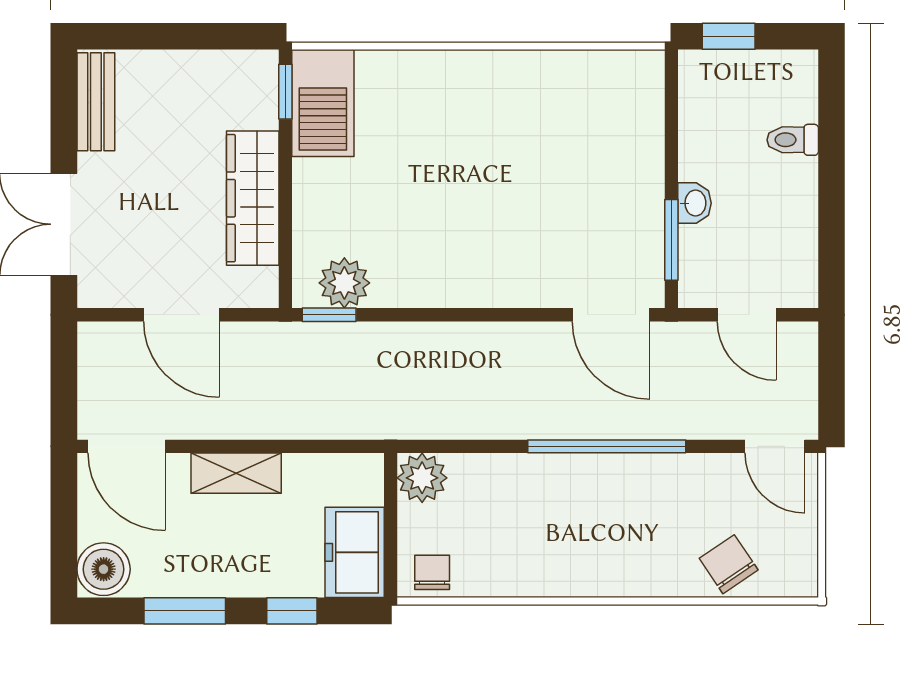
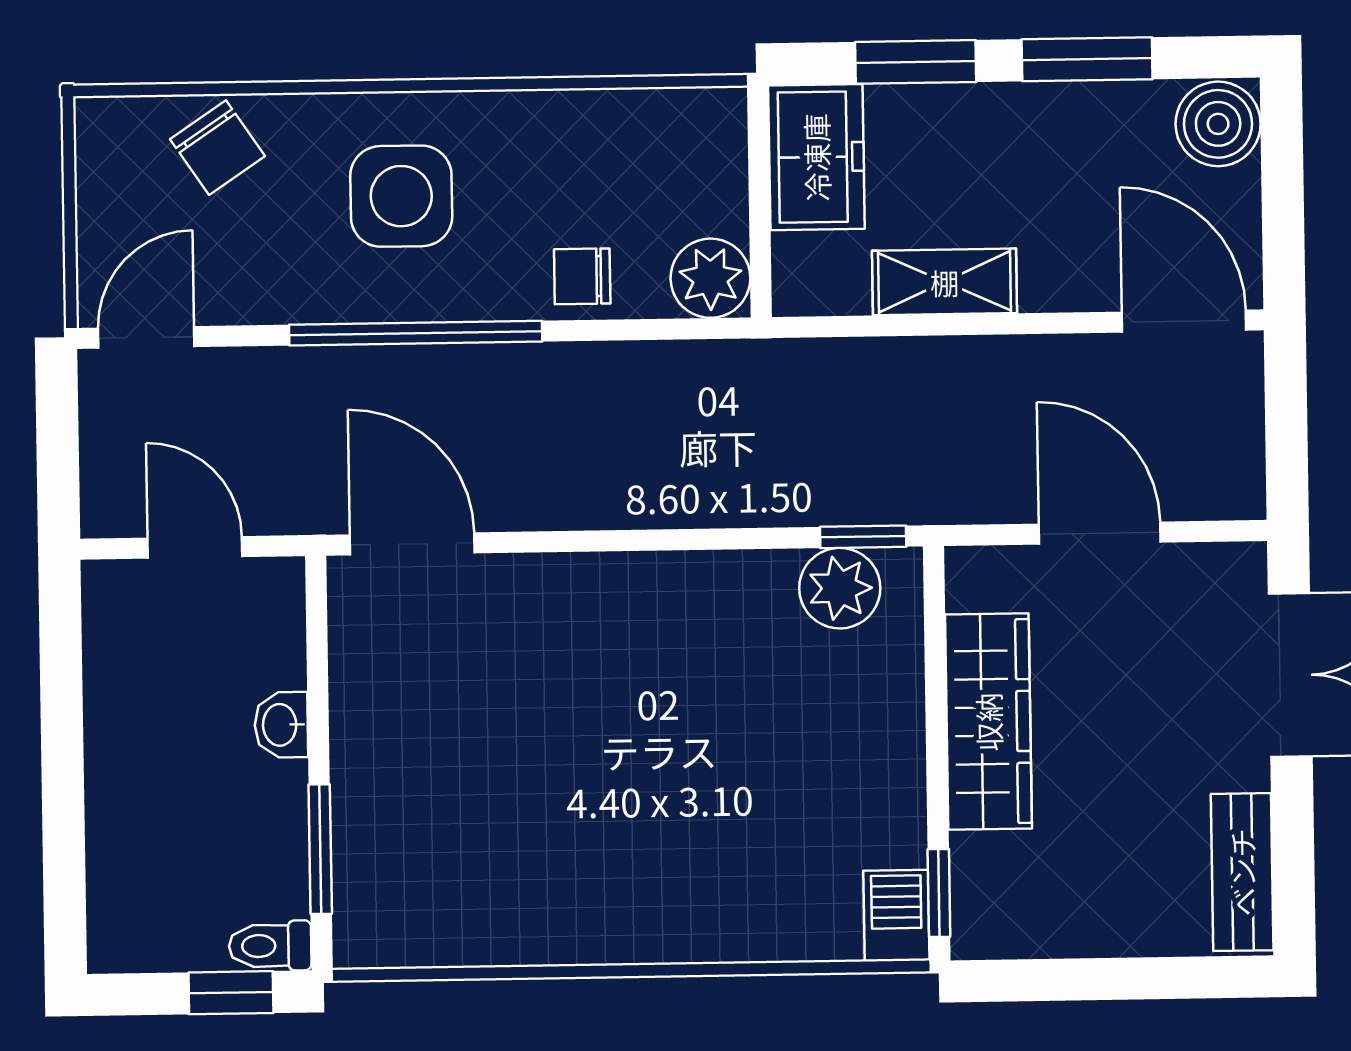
barbecue: (323, 103) -> (896, 916), width x0.53, depth x0.65
toilet: (793, 140) -> (270, 946), moved, turned 180
window: (671, 240) -> (320, 849), moved
door: (775, 446) -> (146, 337), hinge flipped
shelving: (236, 473) -> (945, 282), moved
side table: (614, 532) -> (401, 196), added
chair: (432, 572) -> (582, 276), moved, turned 90
window: (292, 611) -> (916, 62), width x1.50

